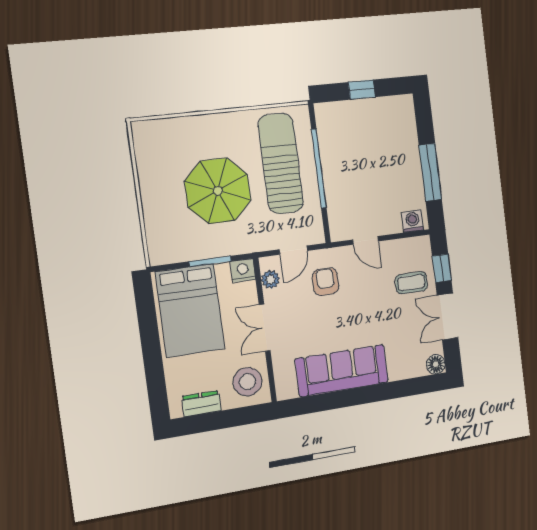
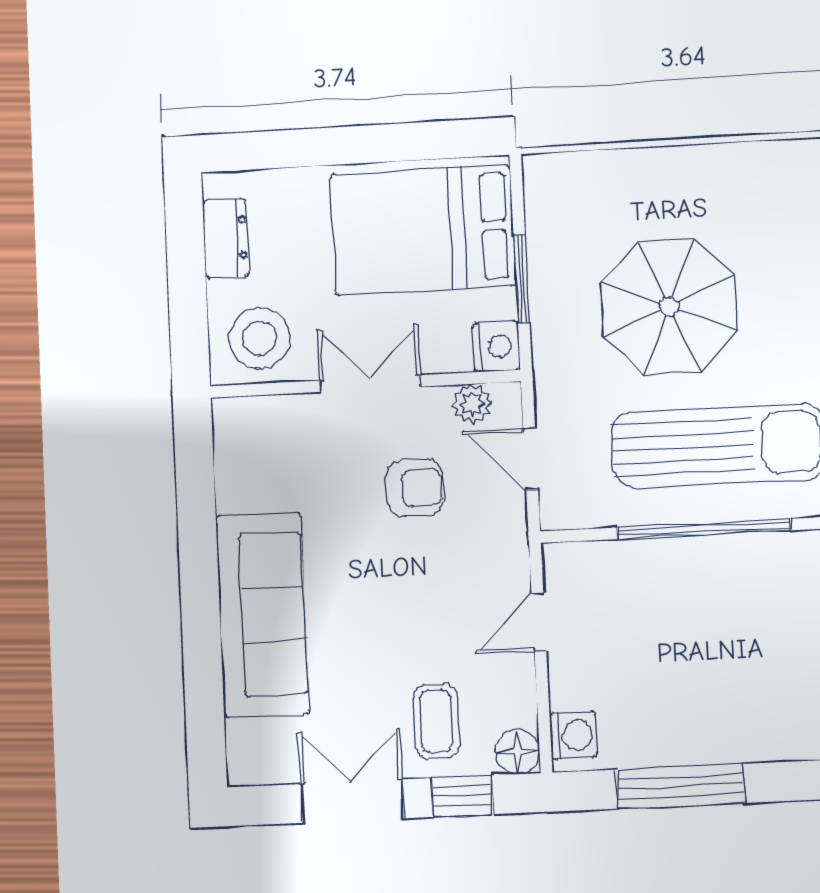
armchair: (325, 282) -> (415, 488), moved
floor lamp: (436, 364) -> (517, 752), moved
sofa: (342, 371) -> (262, 615), moved

